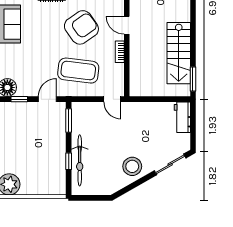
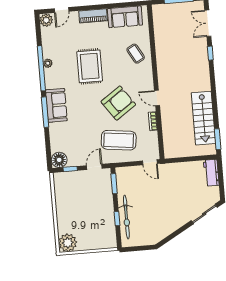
stool: (132, 166) -> (172, 218), removed

